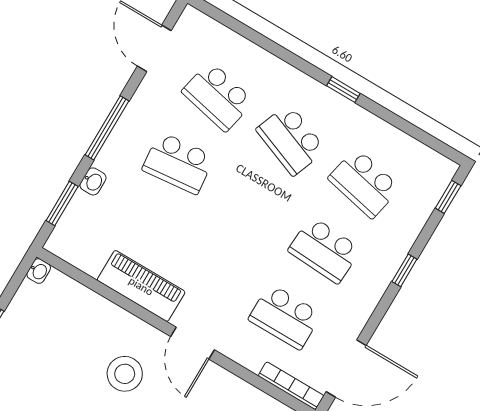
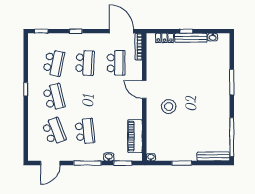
school desk: (218, 96) -> (54, 131), turned -33
school desk: (291, 140) -> (54, 97), turned -36
piano: (141, 286) -> (135, 136), moved
door: (193, 343) -> (144, 89), swing flipped

